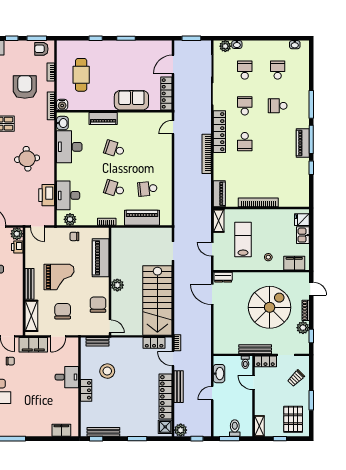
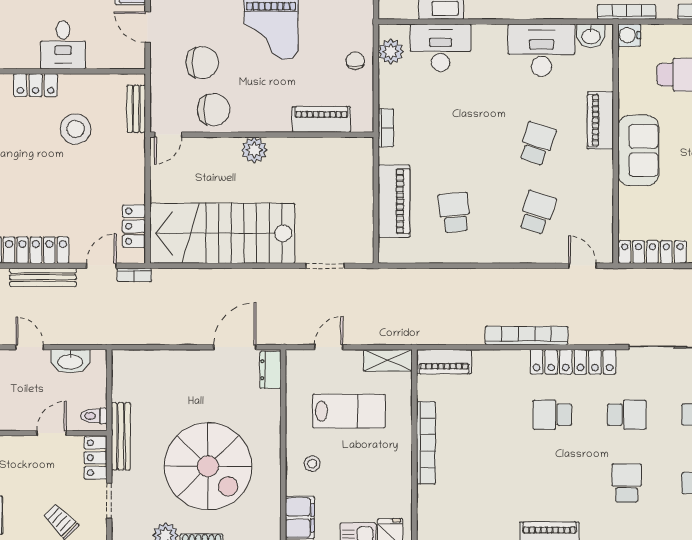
sofa: (131, 100) -> (638, 150), moved
school desk: (114, 189) -> (537, 212), moved
piano: (101, 258) -> (321, 119), width x0.73, depth x0.75
chair: (63, 311) -> (202, 63), moved

